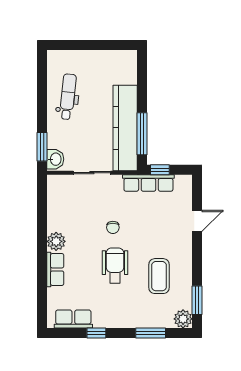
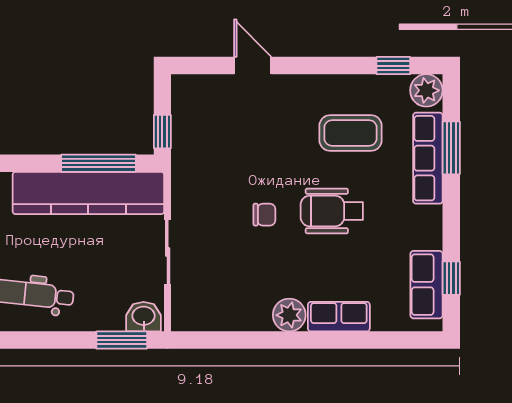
row of seats: (148, 183) -> (428, 158), moved, turned 180
window: (197, 300) -> (393, 66), width x0.67
window: (96, 333) -> (451, 278), moved

